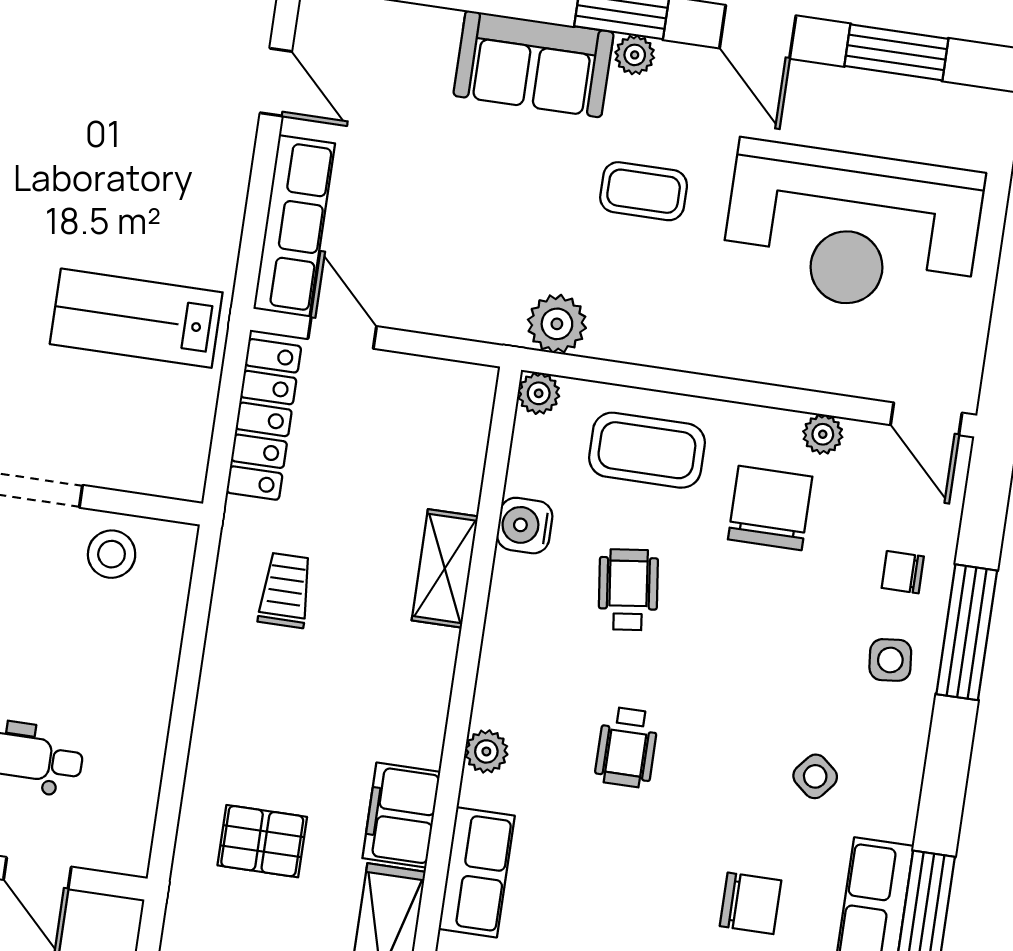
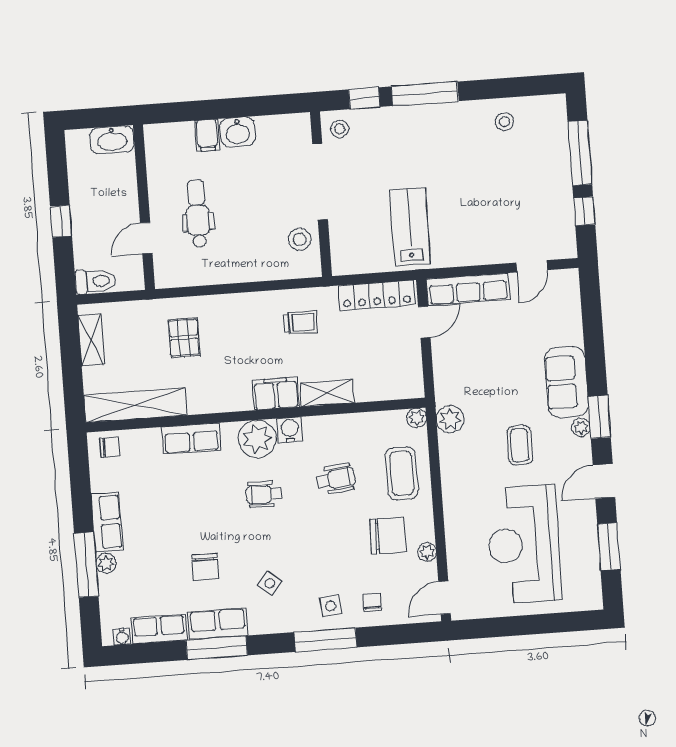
water cooler: (525, 526) -> (290, 430), moved
window: (967, 632) -> (325, 640), moved
plant: (486, 751) -> (257, 439), width x1.88, depth x1.88
filing cabinet: (401, 815) -> (276, 394), moved

